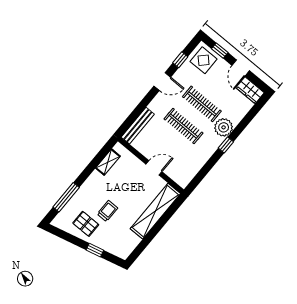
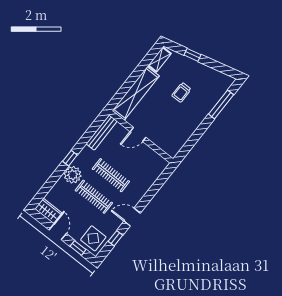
bench: (138, 126) -> (102, 133), moved
shelving: (108, 162) -> (160, 59), moved
pallet: (86, 224) -> (202, 80), removed

